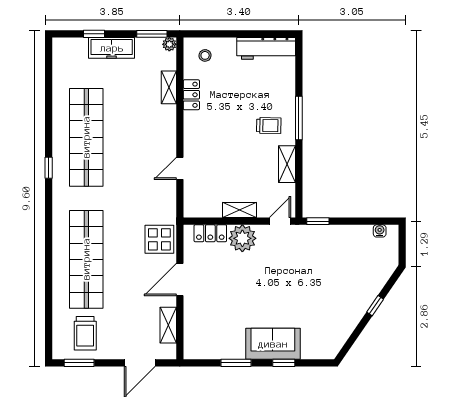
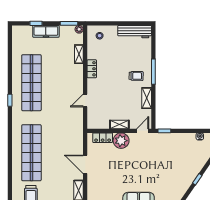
locker: (191, 95) -> (92, 69), moved
display table: (159, 239) -> (73, 141), removed
door: (180, 280) -> (85, 164), hinge flipped

